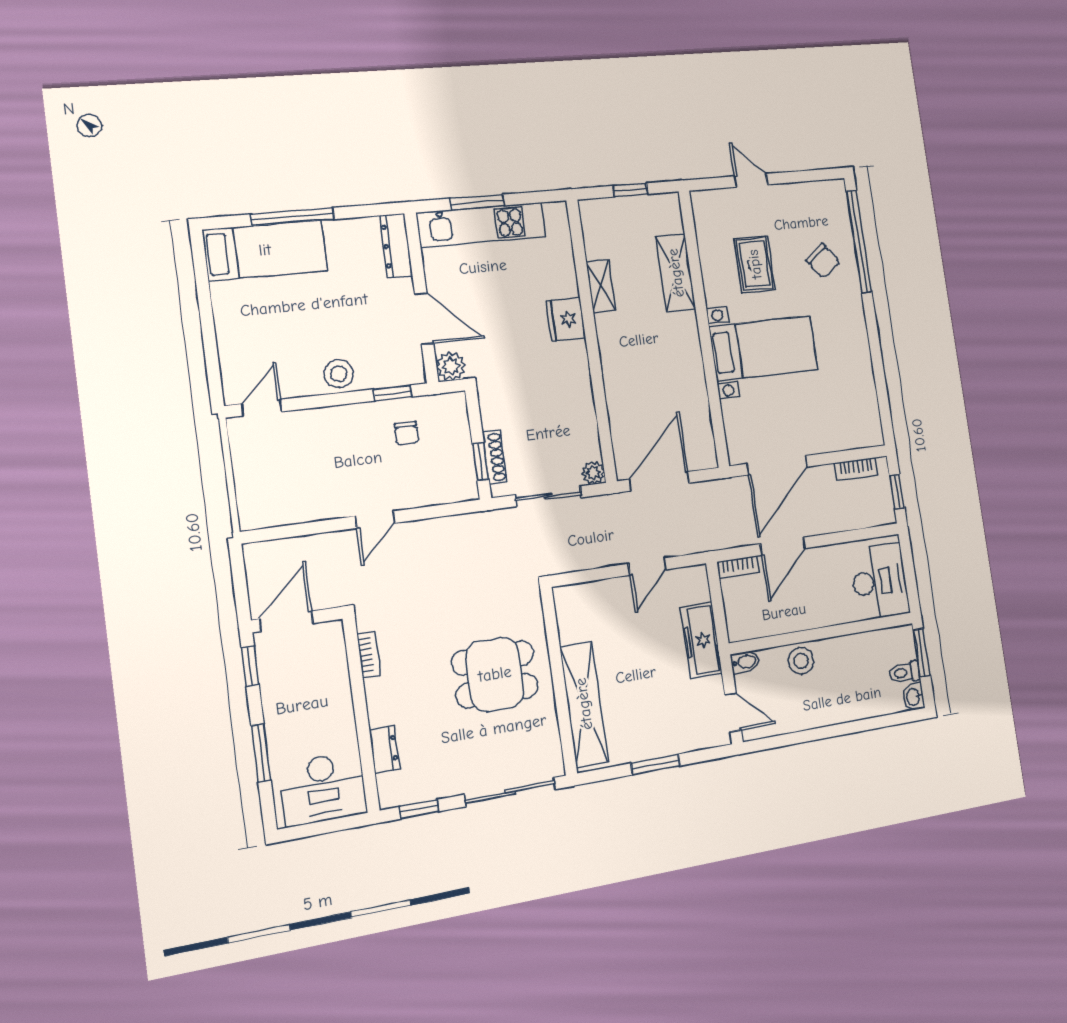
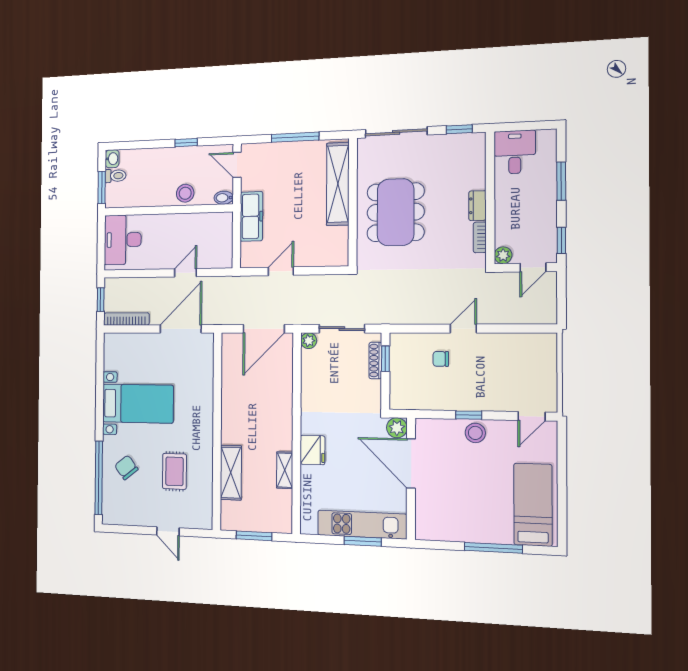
window: (630, 190) -> (254, 536), width x1.50
dresser: (396, 246) -> (424, 518), removed
bed: (265, 250) -> (533, 505), moved, turned 90
door: (424, 319) -> (411, 463), width x1.36
bed with nightstands: (764, 348) -> (138, 404), moved, turned 180
window: (393, 393) -> (469, 415), moved
chair: (407, 433) -> (441, 359), moved, turned -90
bookcase: (856, 469) -> (126, 319), width x1.56
door: (783, 546) -> (185, 273), width x0.73
bookcase: (738, 567) -> (219, 263), removed
door: (286, 621) -> (533, 267), width x0.73
plant: (332, 633) -> (503, 255), added
dining table: (495, 674) -> (396, 212), width x1.38
window: (811, 735) -> (186, 143), added
dresser: (384, 749) -> (477, 206), moved
window: (655, 764) -> (295, 137), width x1.44
desk: (323, 789) -> (515, 152), width x0.73

